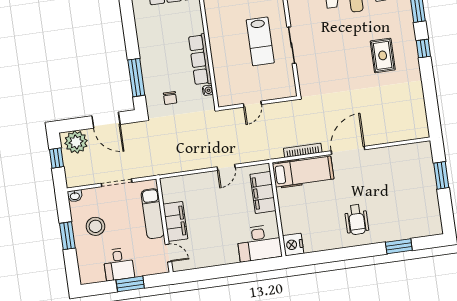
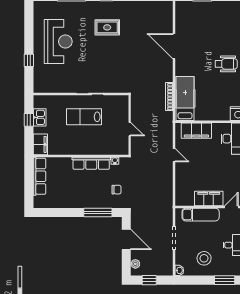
lab bench: (260, 41) -> (84, 117), turned 180
door: (106, 120) -> (126, 239), hinge flipped
plant: (76, 142) -> (135, 264), width x0.53, depth x0.53
door: (348, 150) -> (174, 46), moved
window: (67, 236) -> (225, 280), moved

